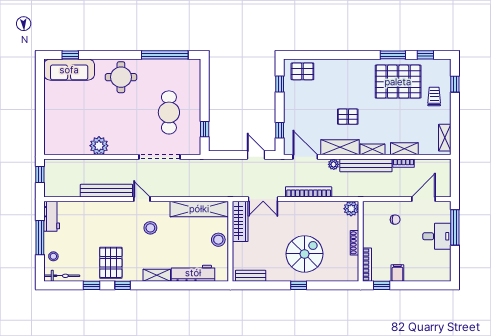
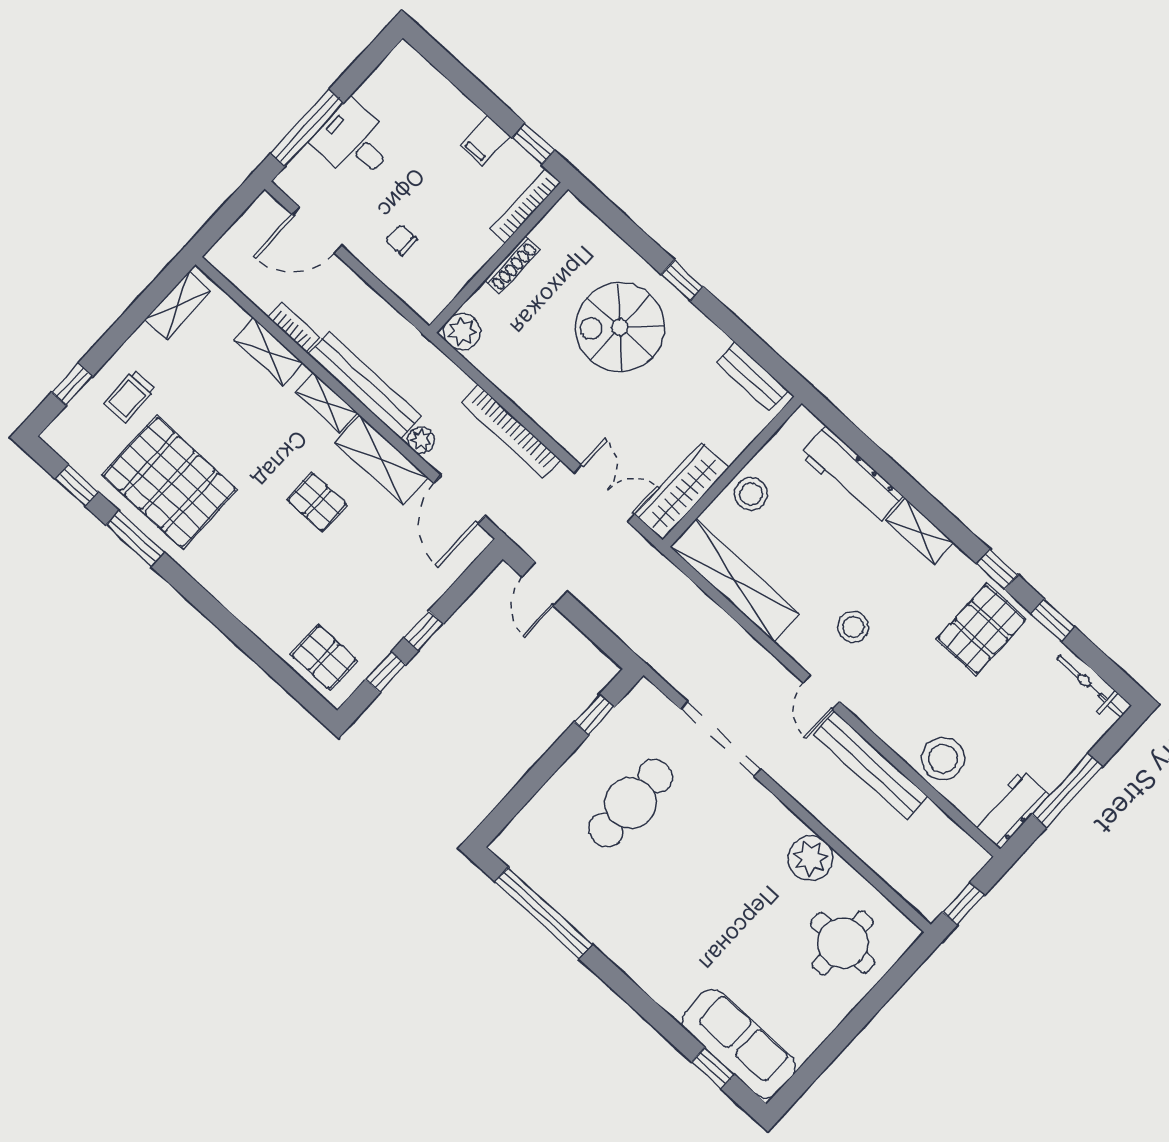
round table: (121, 77) -> (843, 943), moved
window: (280, 130) -> (424, 631), moved
stool: (53, 256) -> (943, 759), moved, width x1.89, depth x1.89

